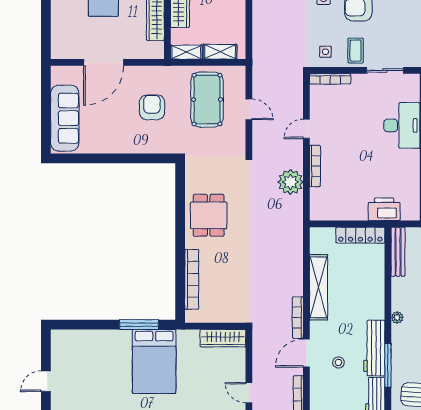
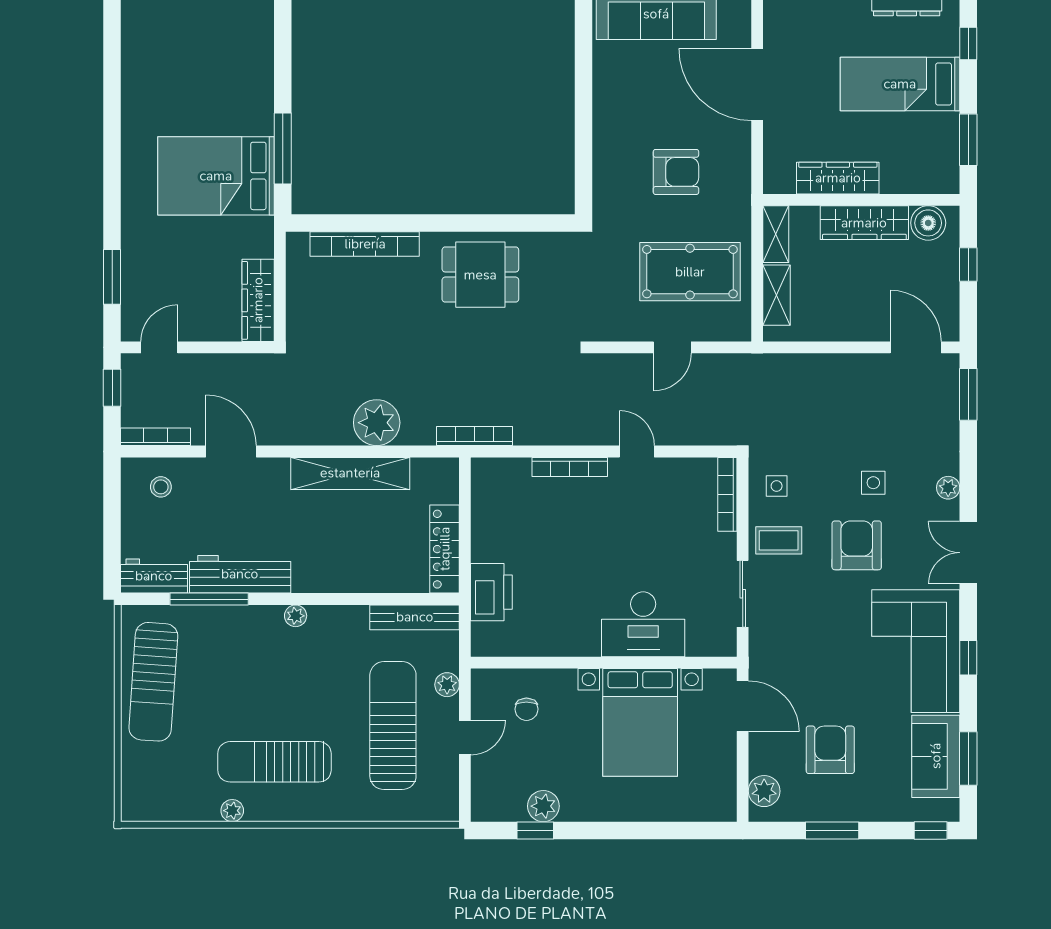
plant: (290, 182) -> (377, 423), moved
bookcase: (298, 318) -> (474, 436), moved
stool: (338, 362) -> (161, 487), moved

